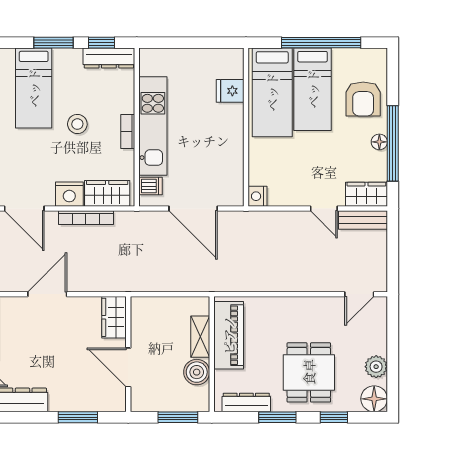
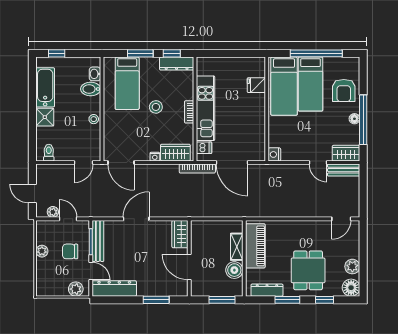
nightstand: (69, 194) -> (155, 157), width x0.53, depth x0.56
bookcase: (86, 218) -> (197, 169), moved

